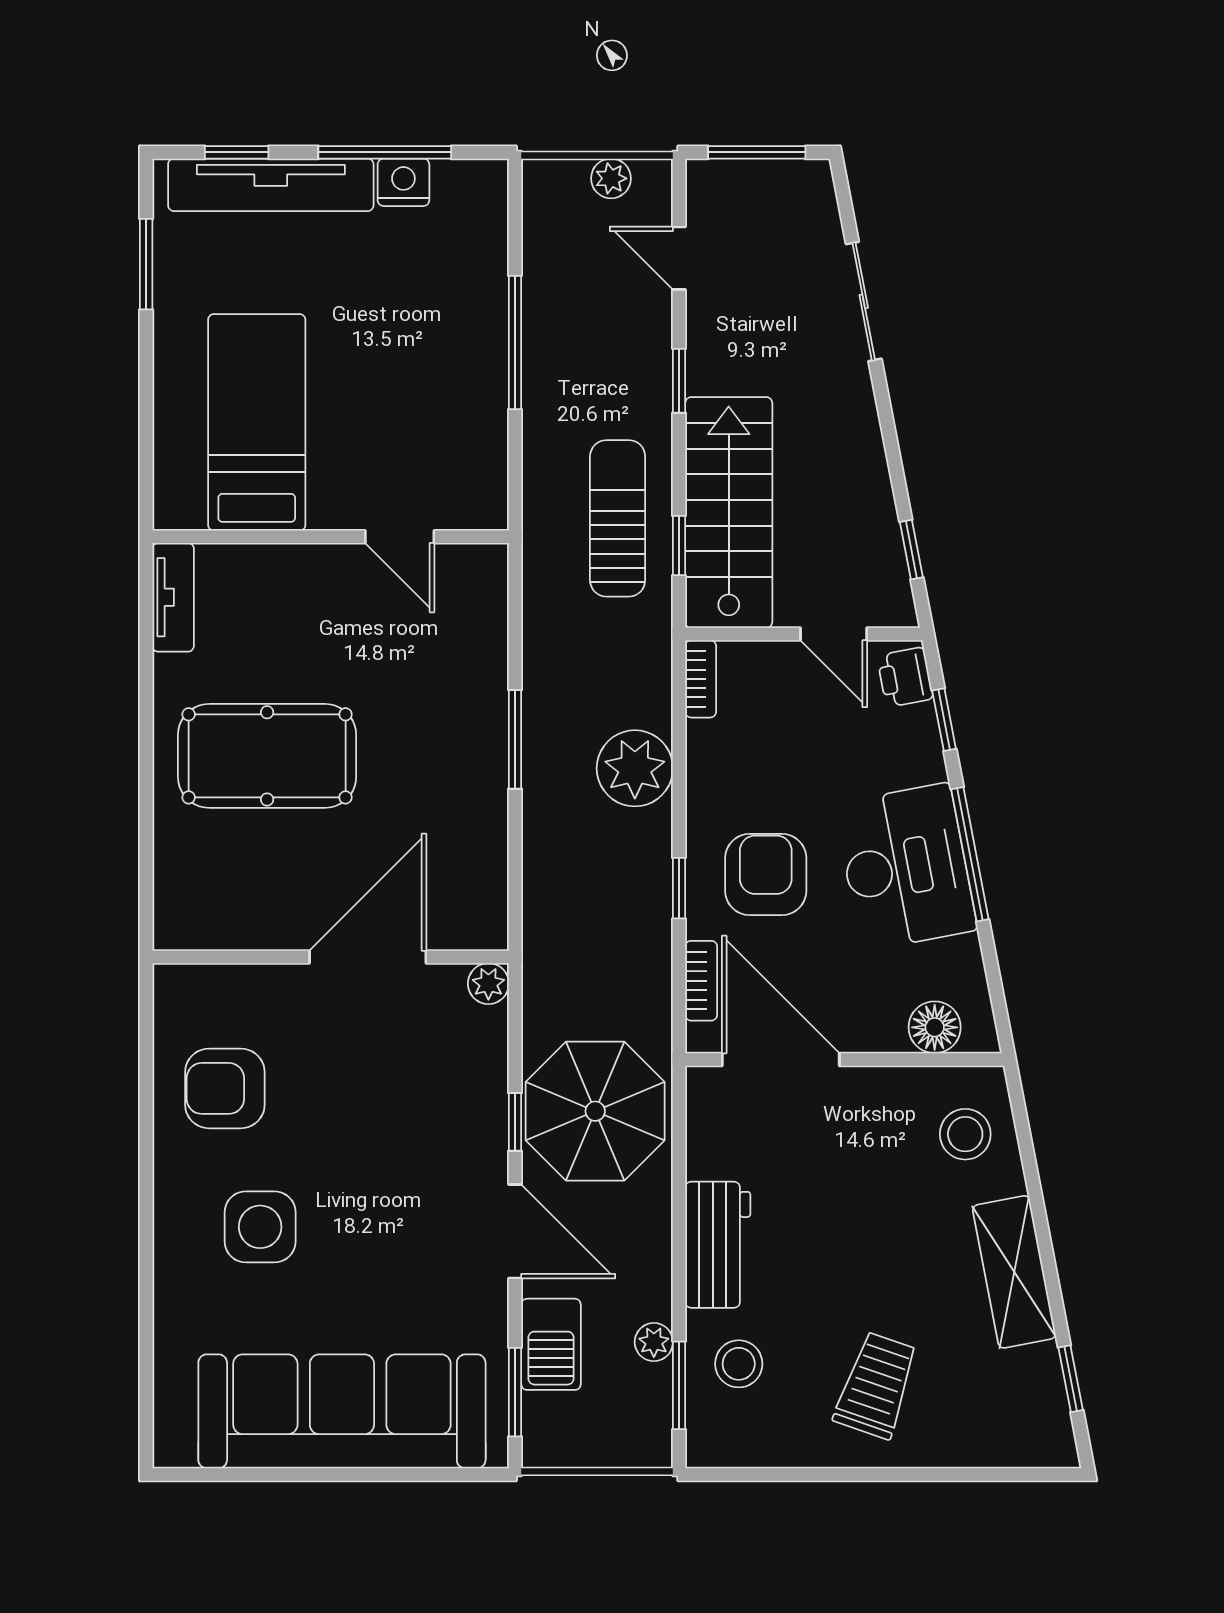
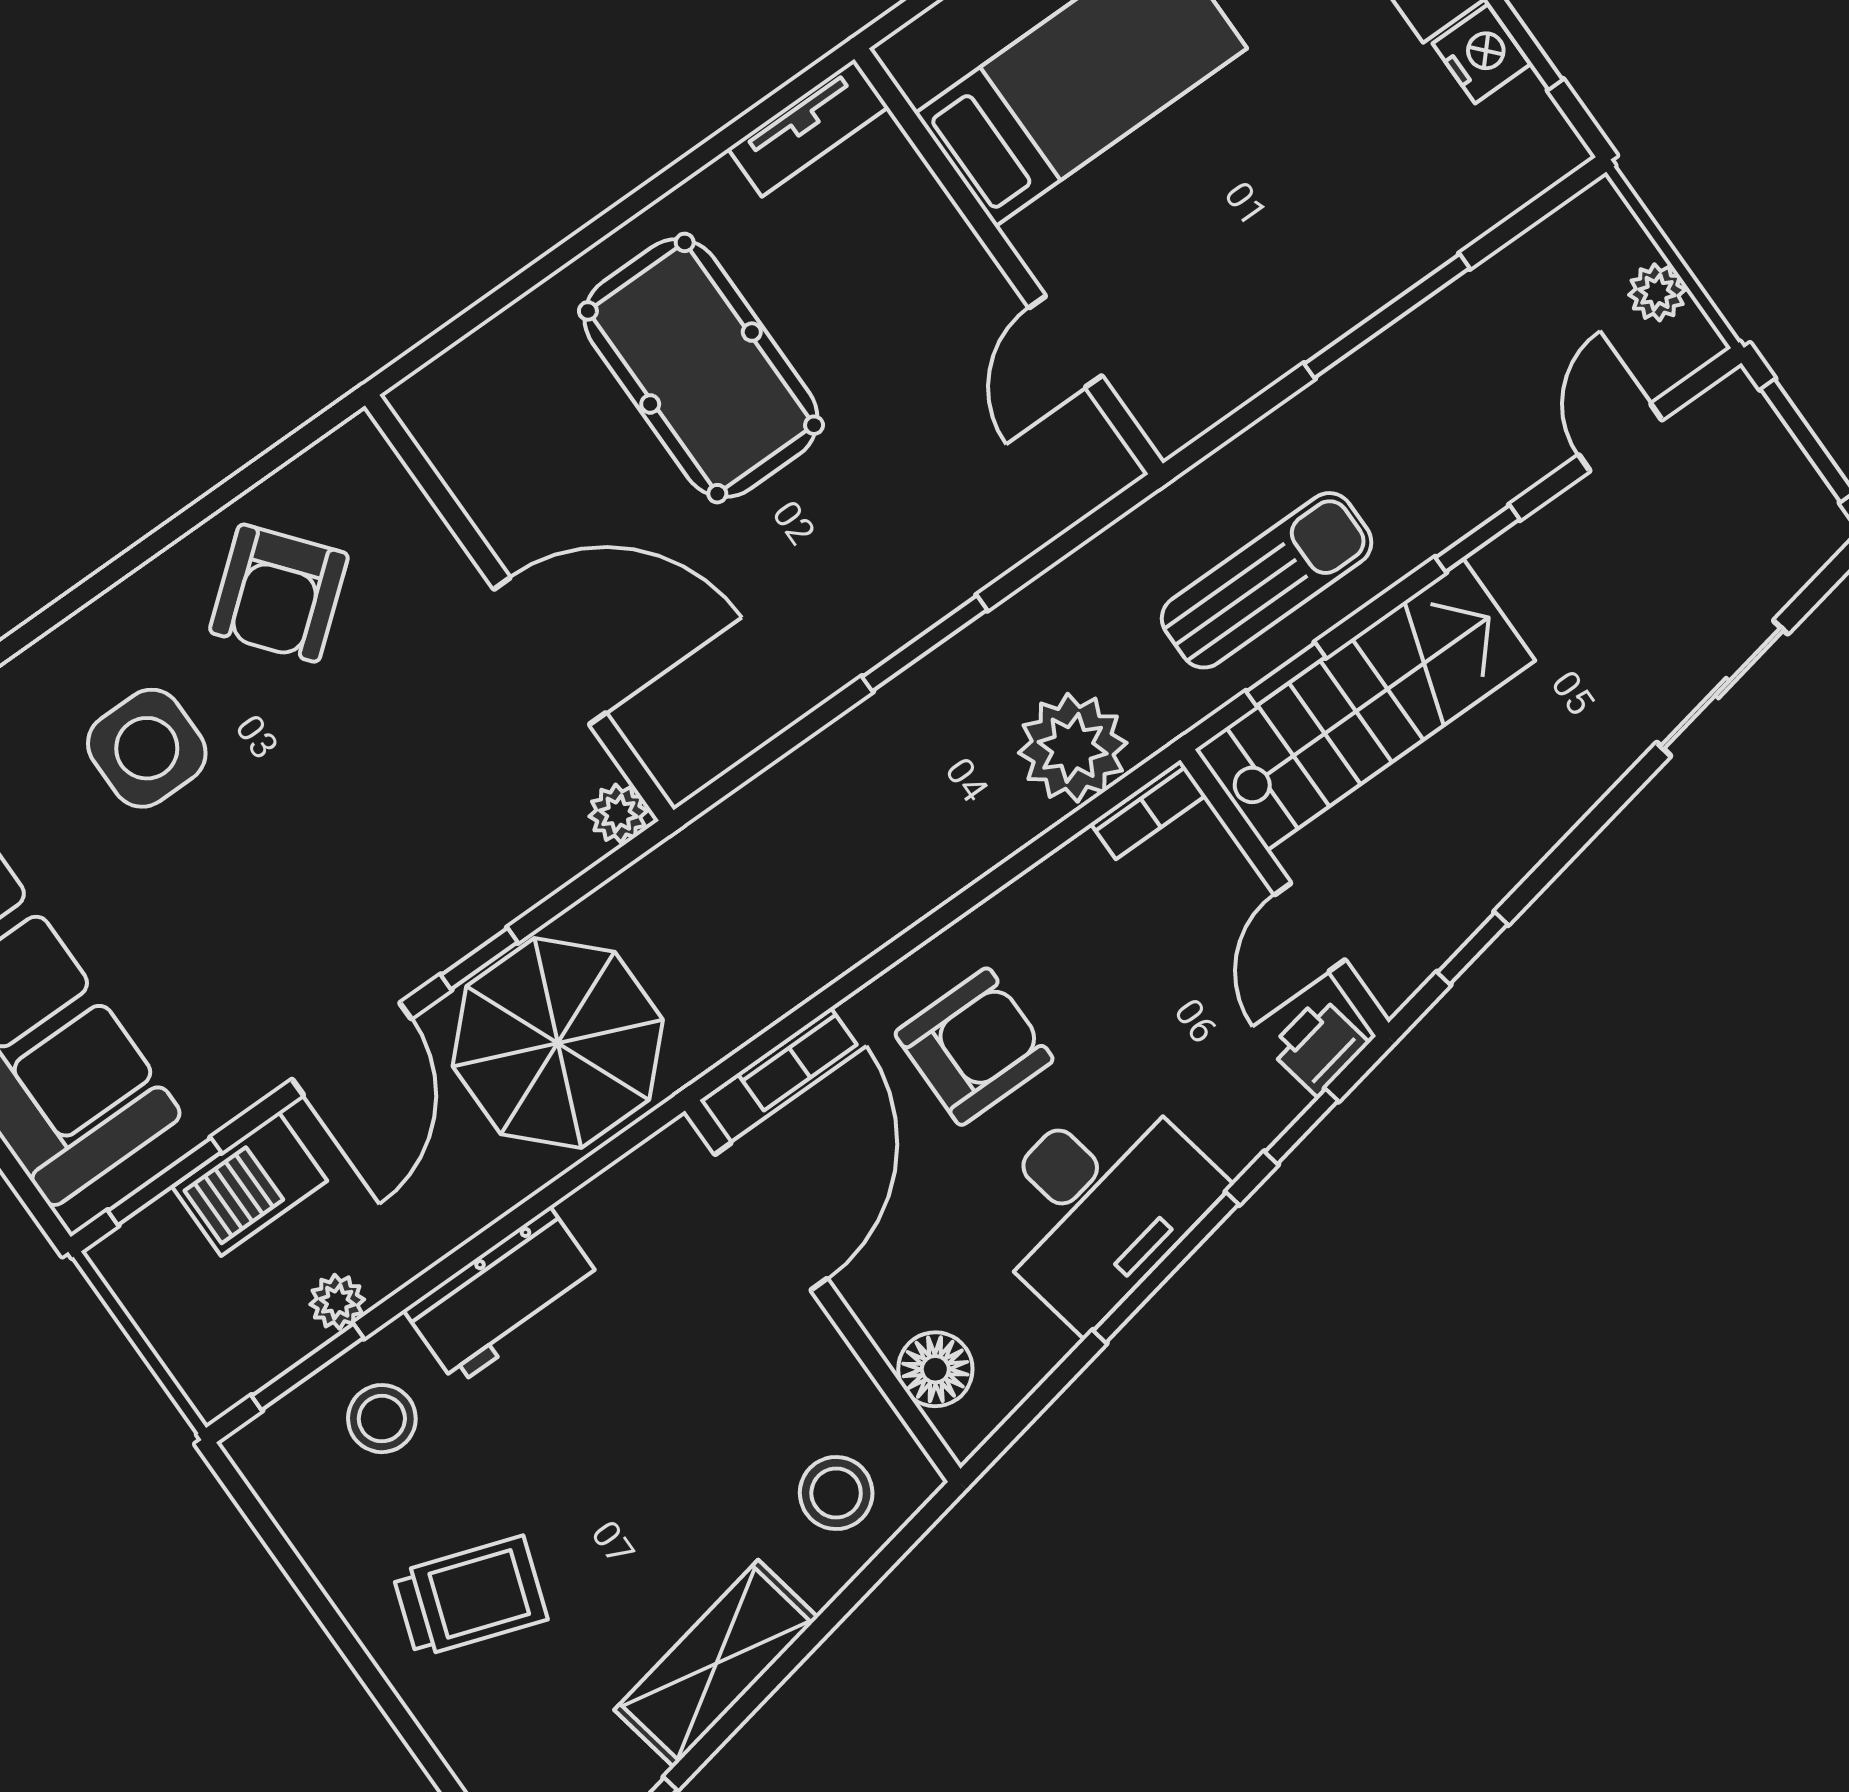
plant: (635, 768) -> (1073, 748), moved
window: (679, 888) -> (887, 957), removed
armchair: (225, 1088) -> (279, 593), turned -129

